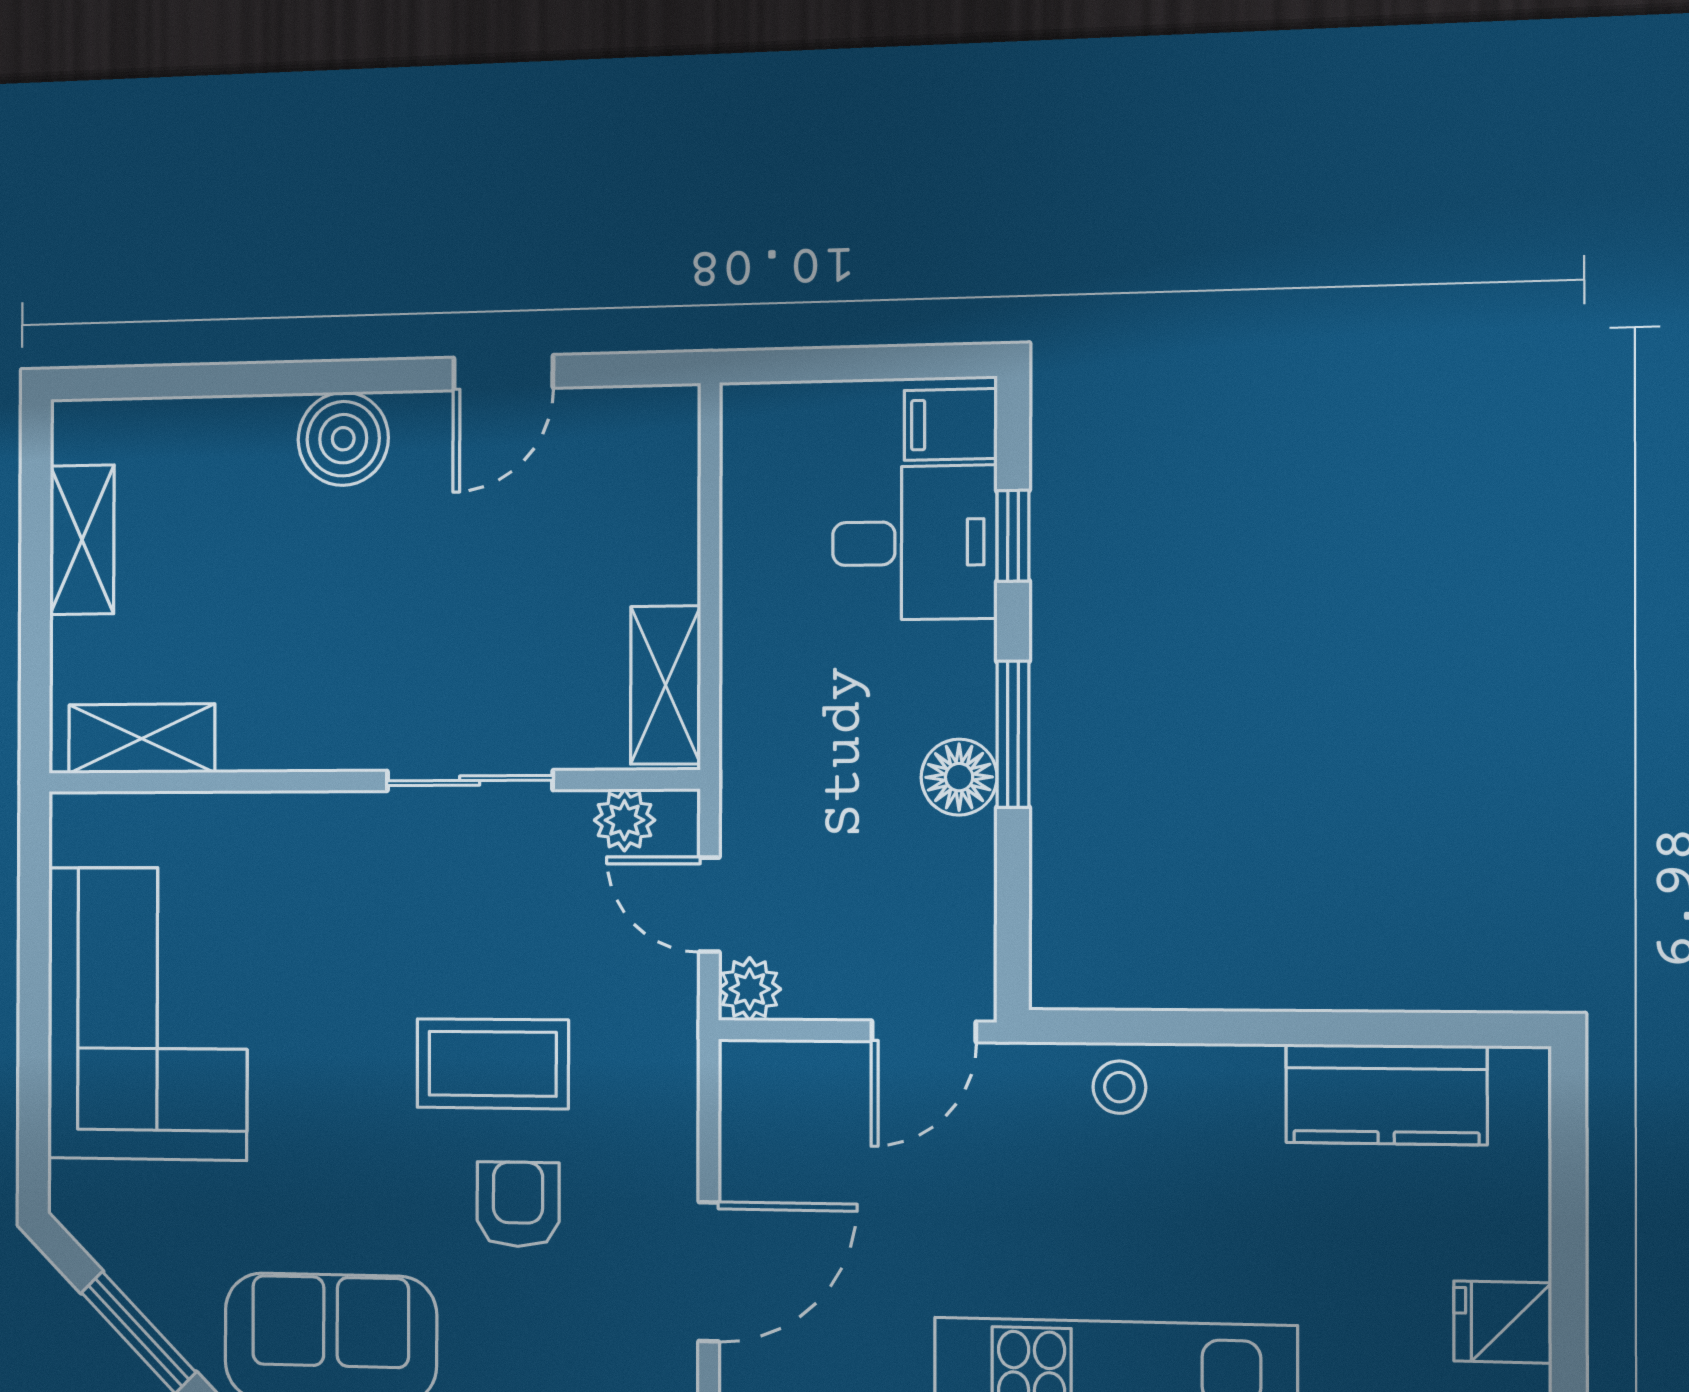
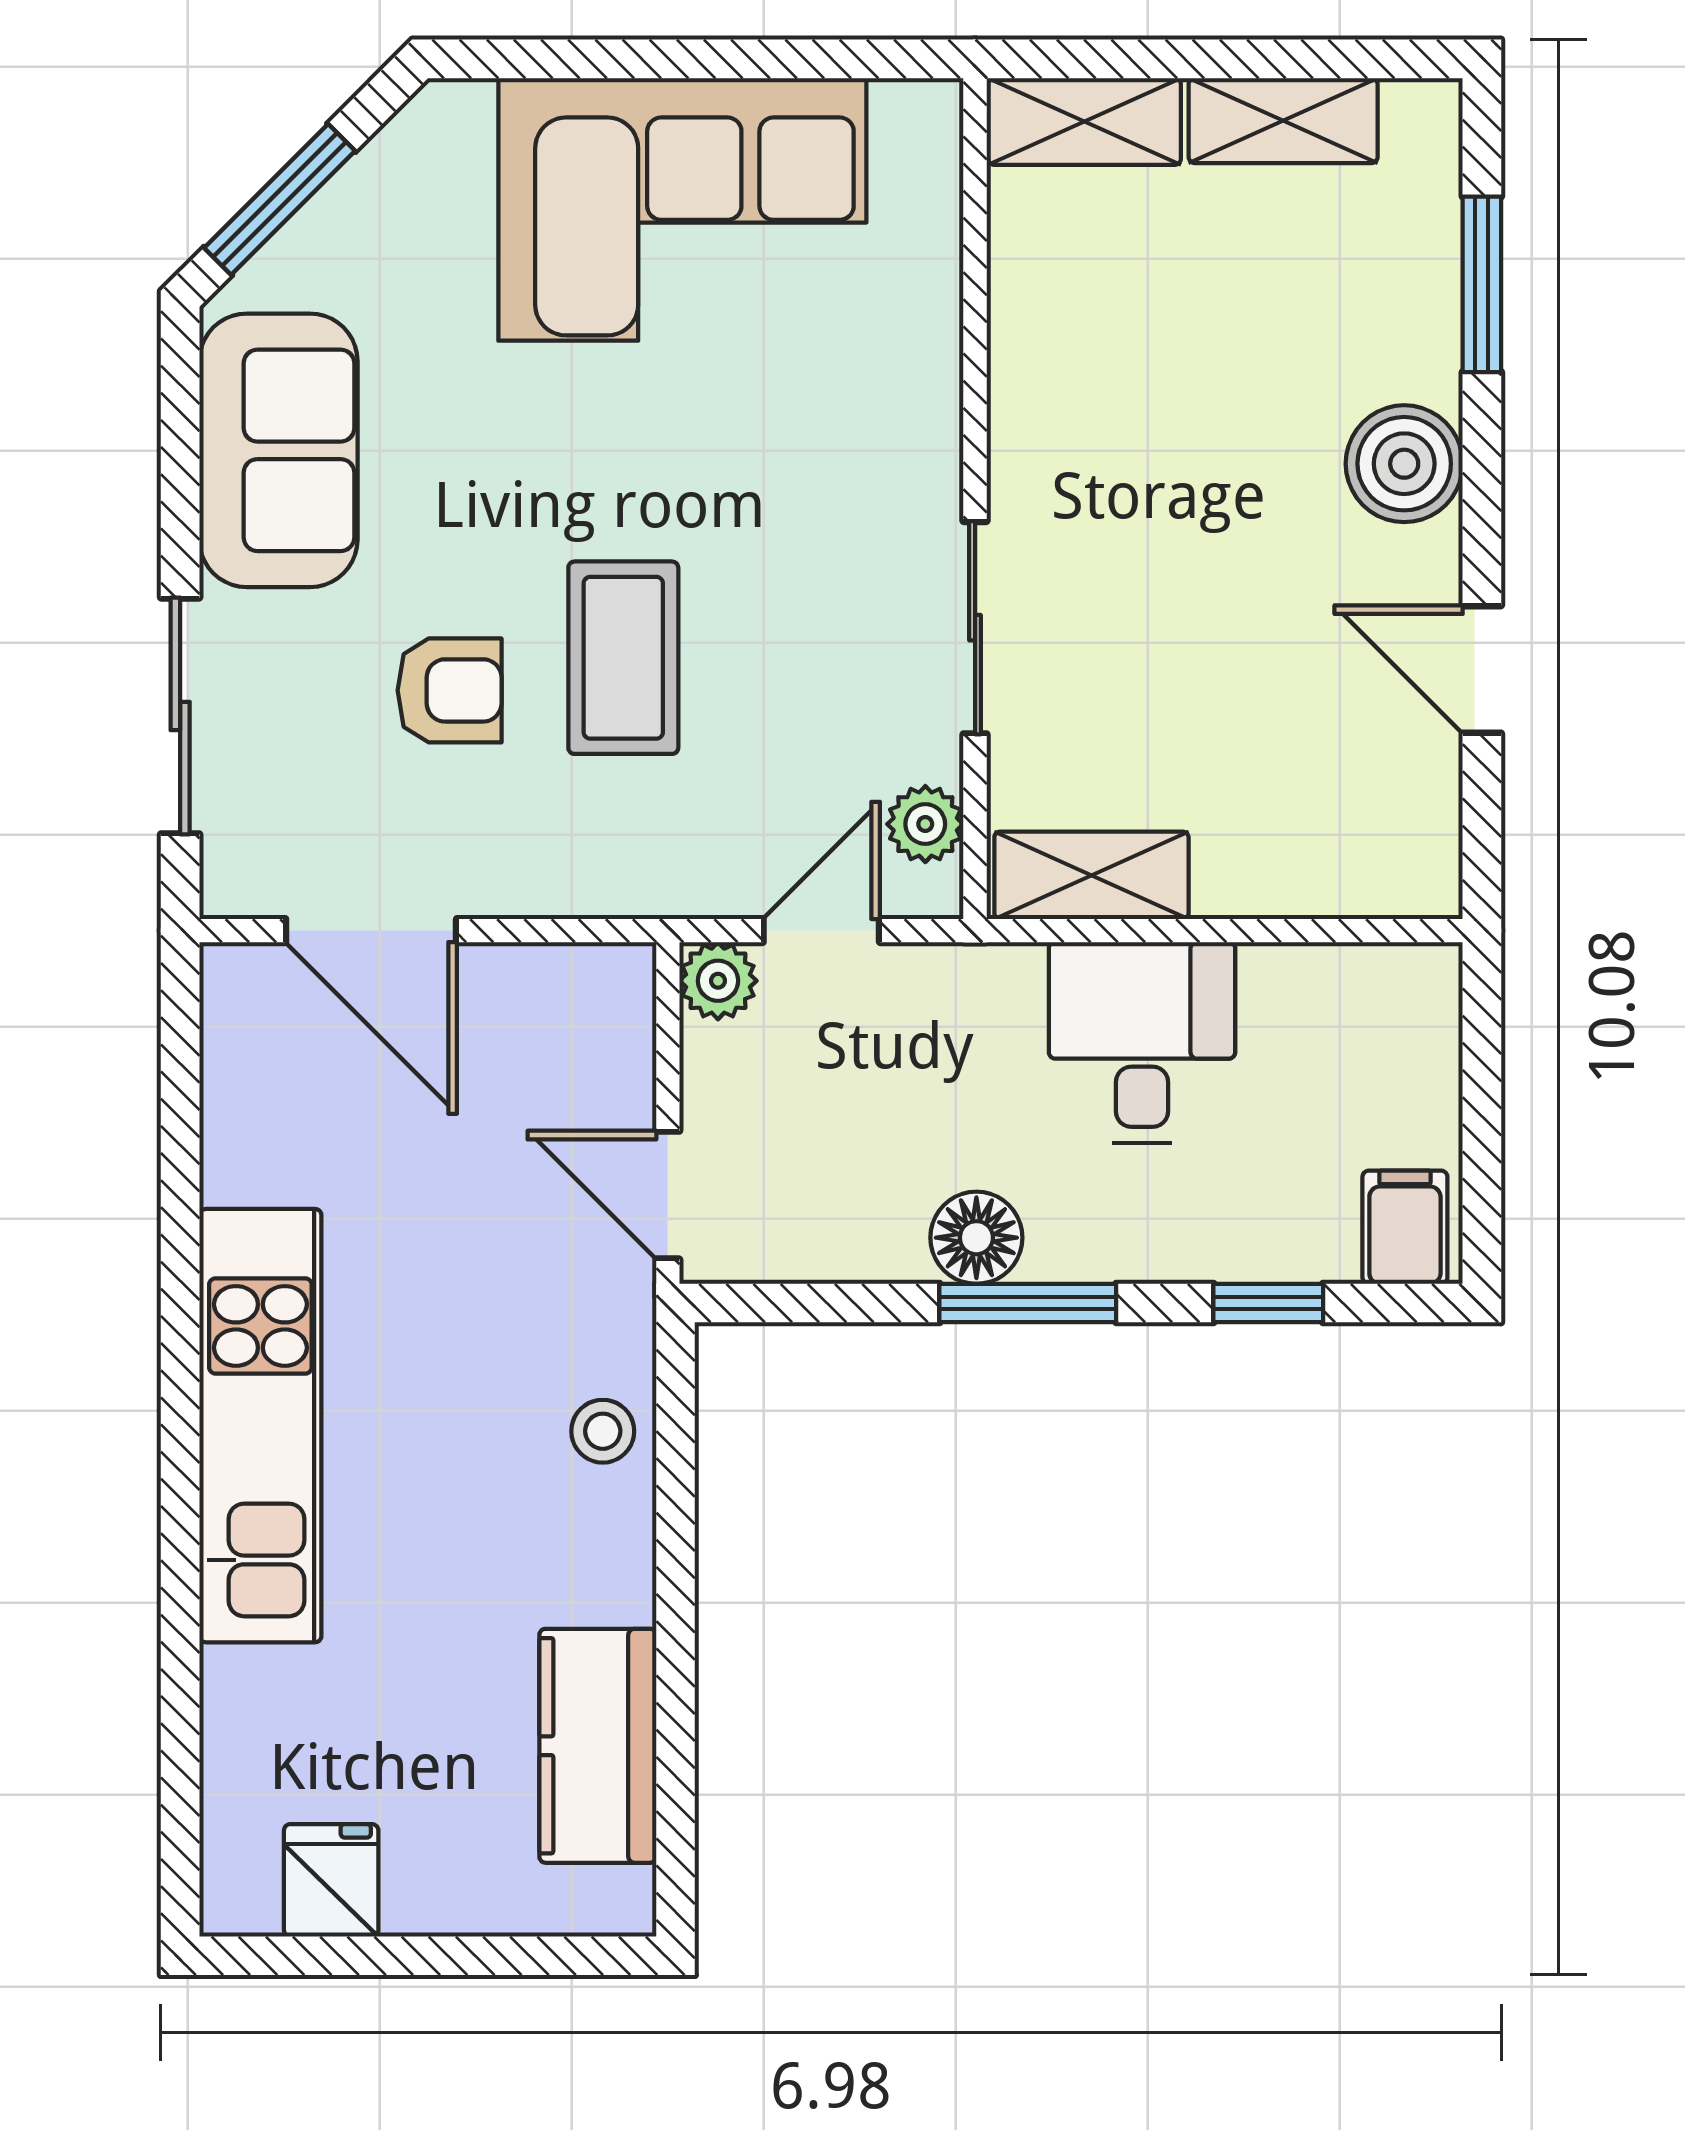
window: (206, 380) -> (1482, 284), added
desk: (915, 543) -> (1142, 1043), moved, turned 180
shelving: (142, 739) -> (1084, 122), moved, turned 90

